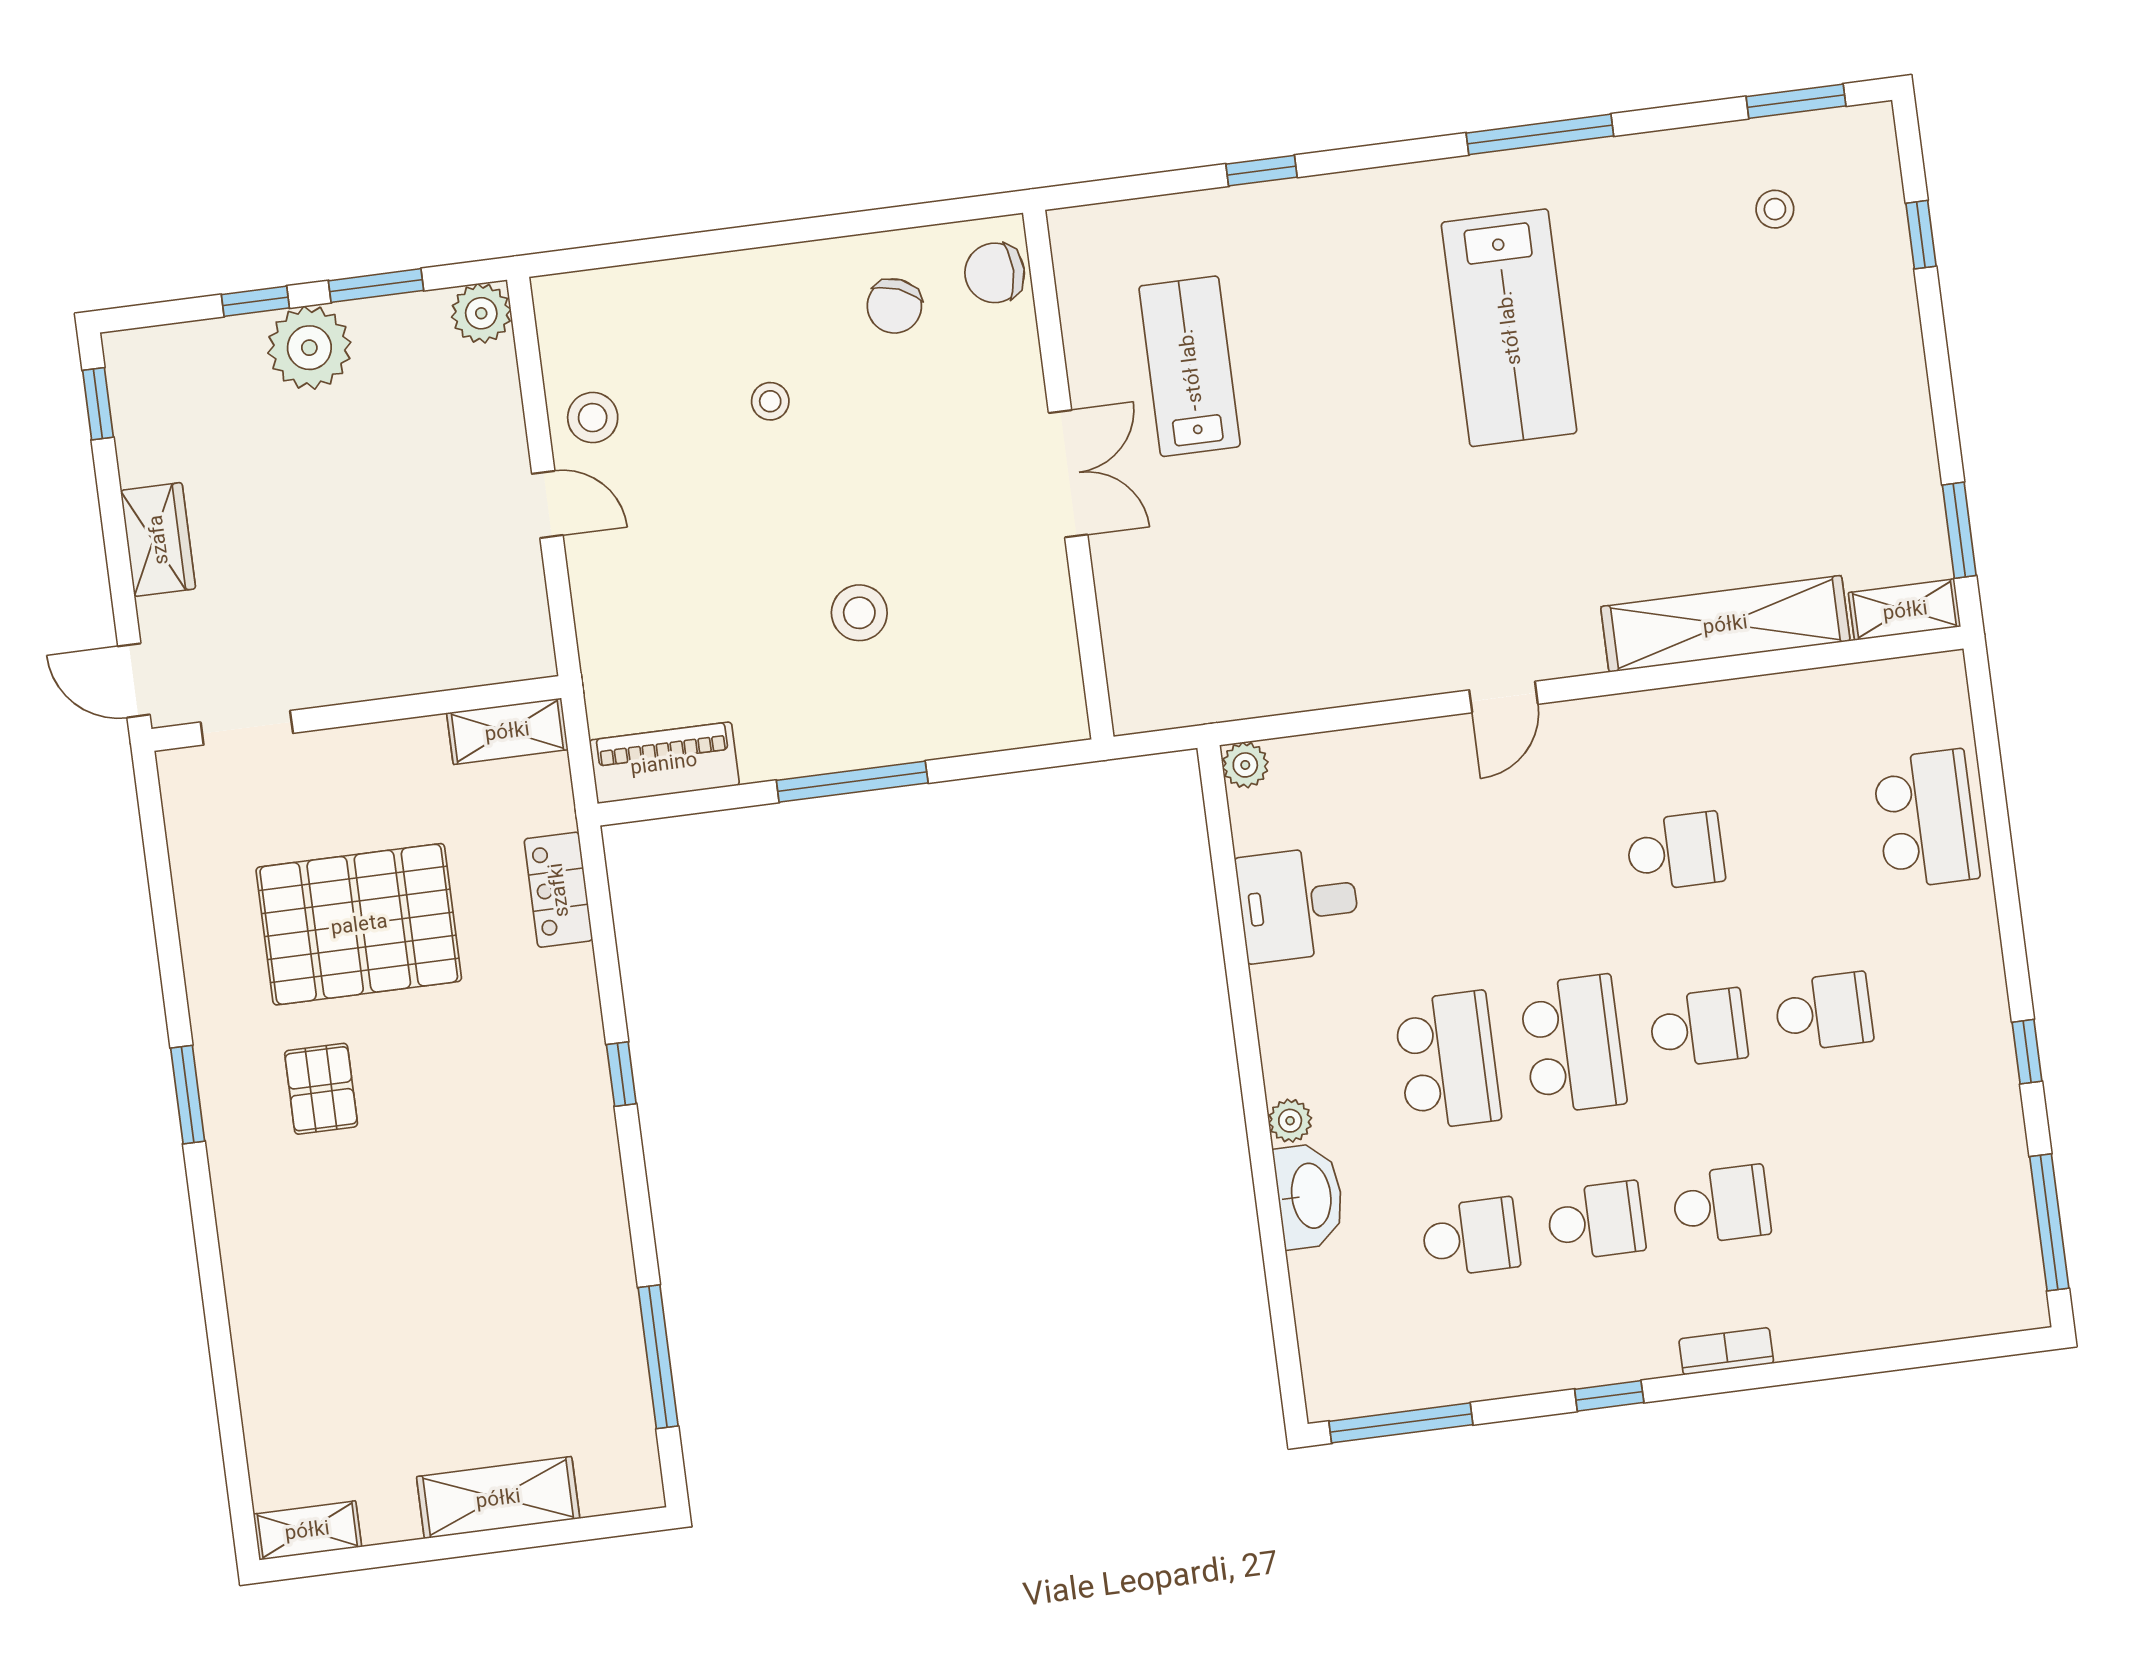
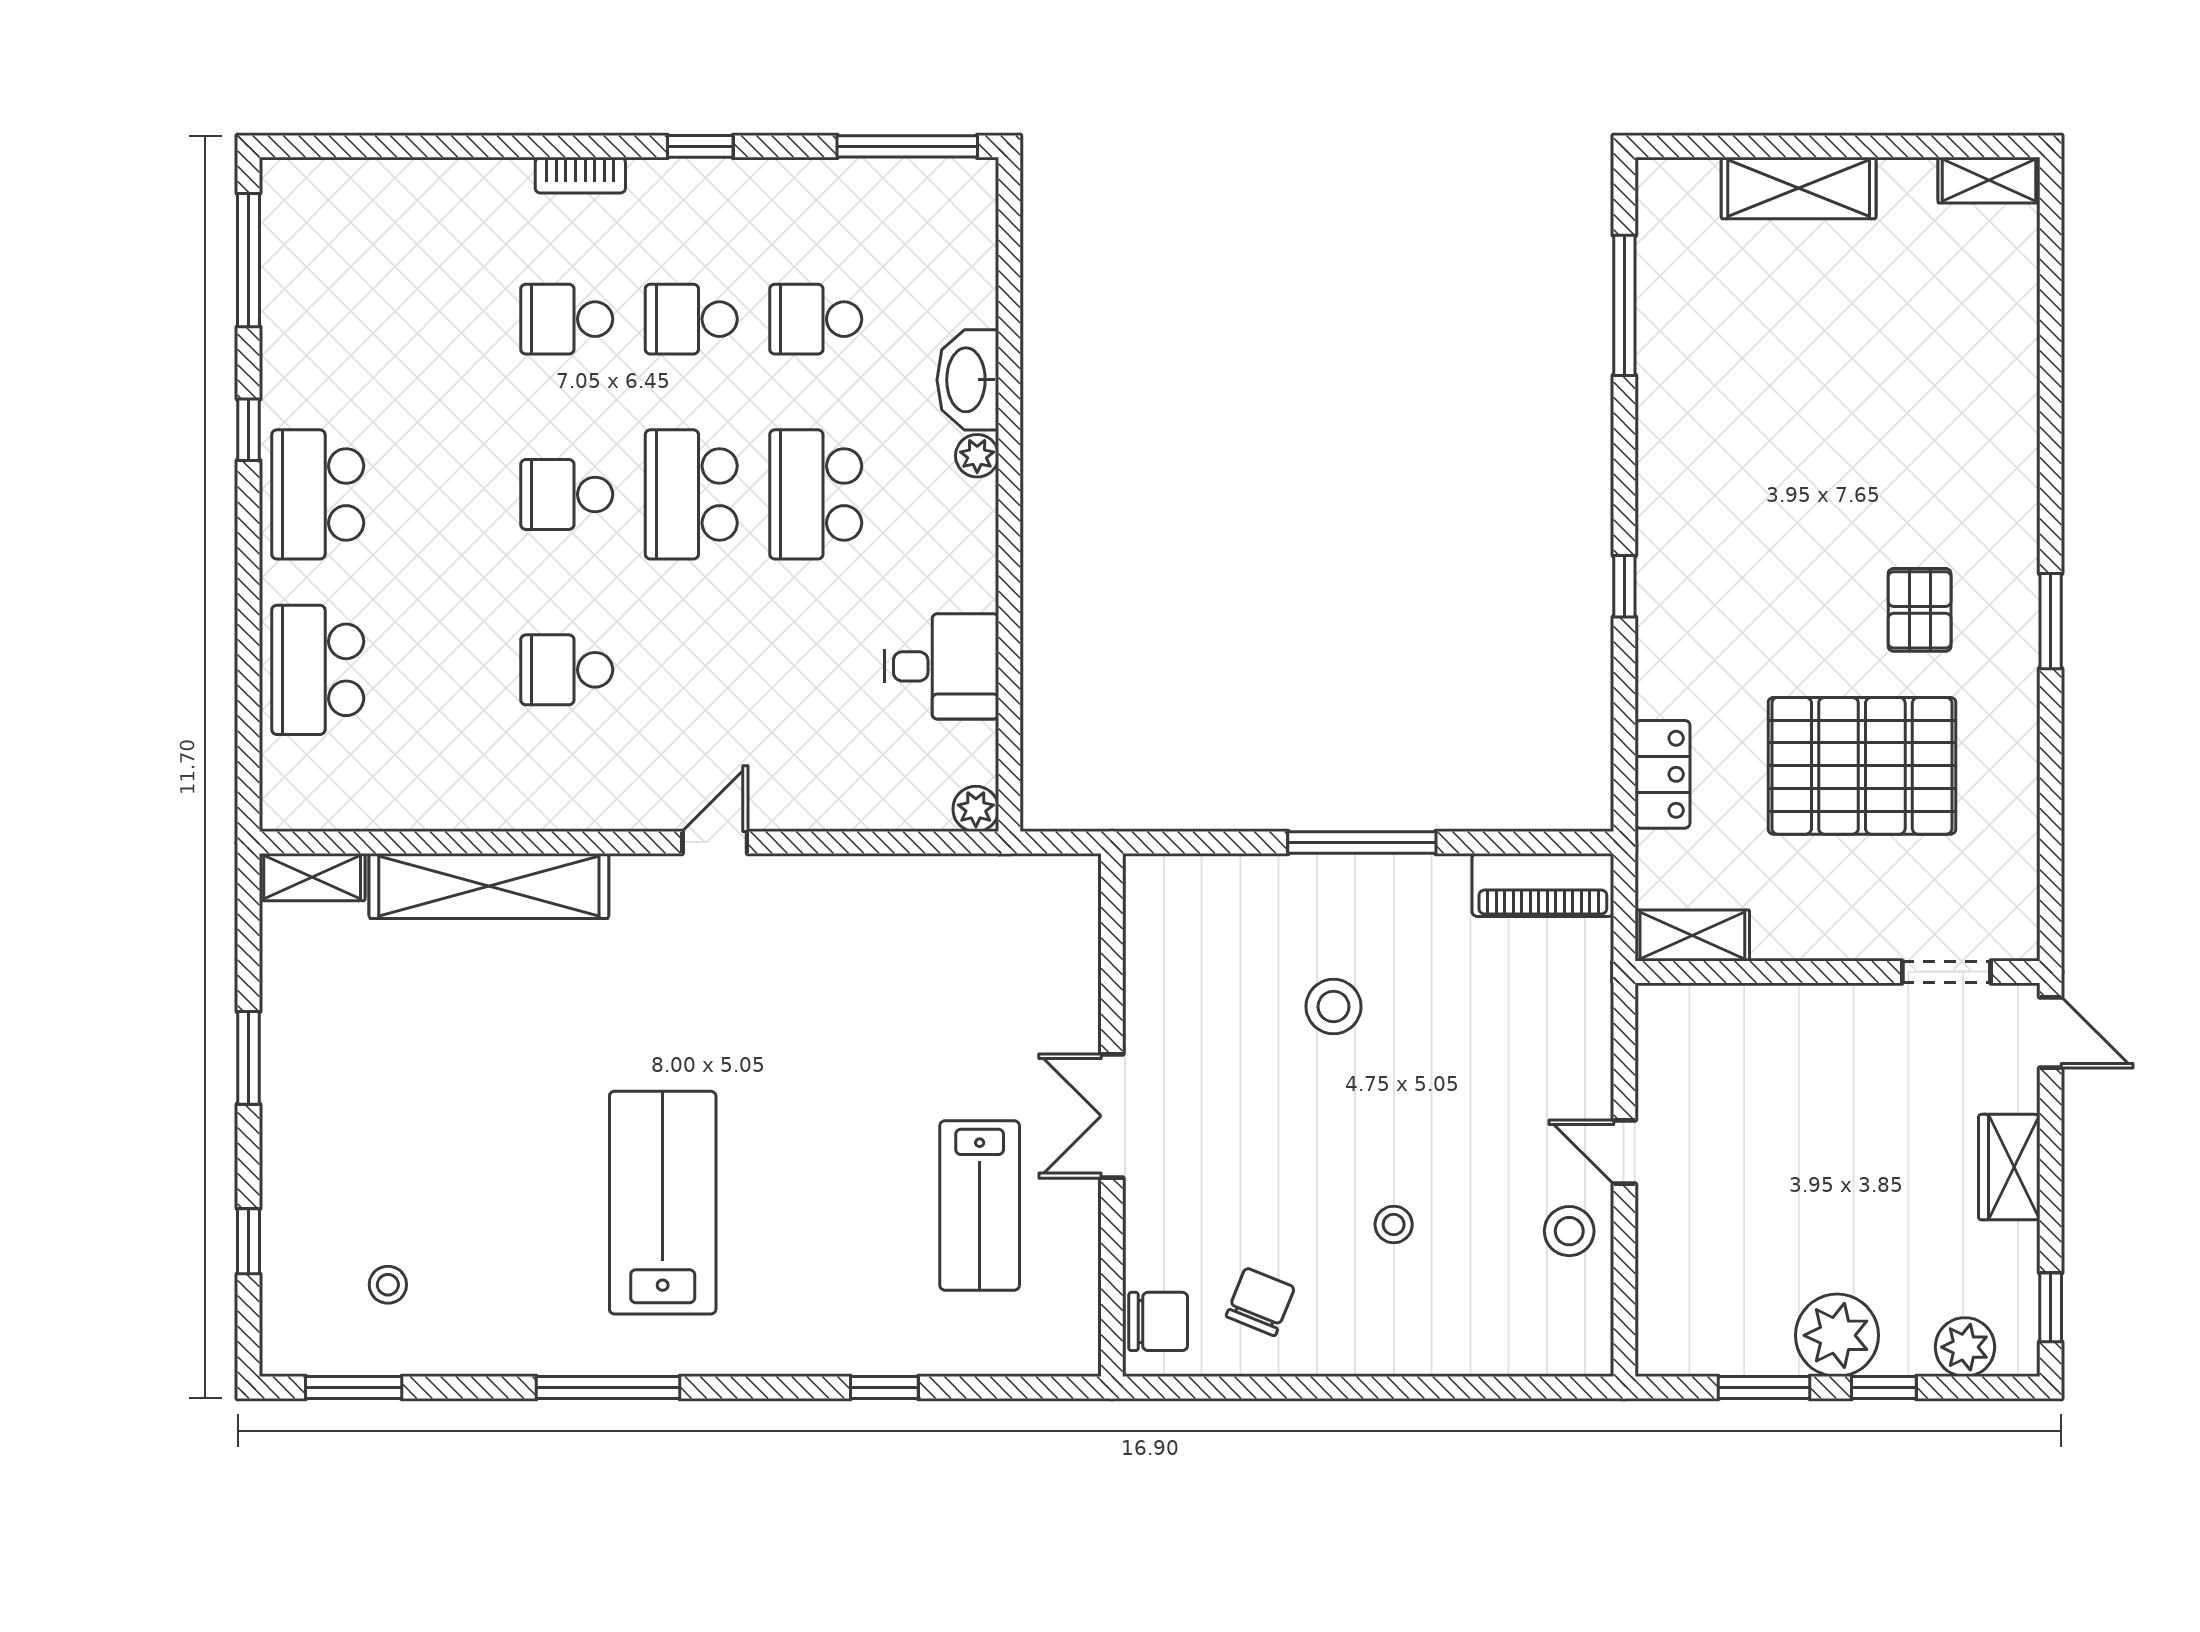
plant: (481, 313) -> (1965, 1347), moved
window: (1959, 530) -> (249, 1058), moved
school desk: (1824, 1012) -> (318, 494), moved, width x1.85

